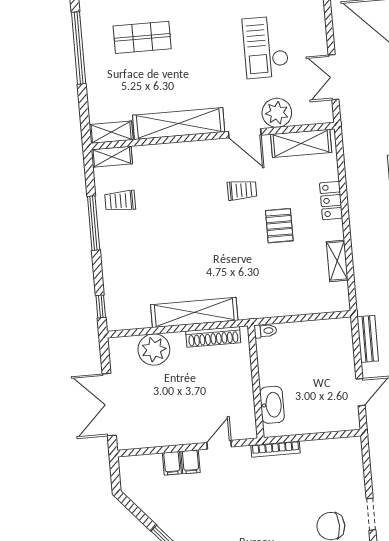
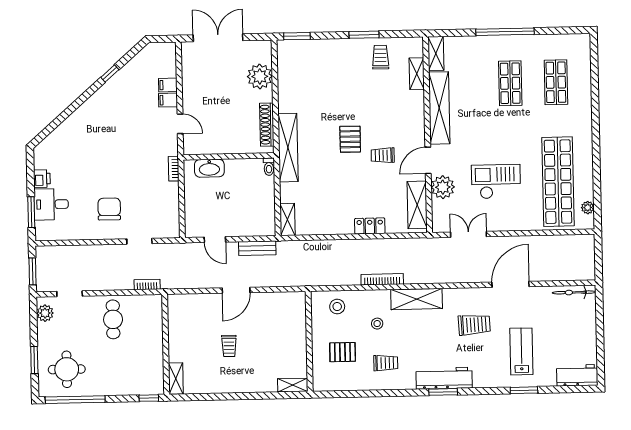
shelving: (112, 157) -> (417, 74), moved
trolley: (242, 190) -> (383, 155), turned 90
window: (94, 223) -> (364, 35), width x0.69
pallet: (279, 226) -> (350, 139), moved, turned 90
shelving: (337, 261) -> (287, 220), moved, turned 90
window: (101, 306) -> (297, 36), width x1.50
shelving: (194, 312) -> (288, 148), moved
bookcase: (276, 449) -> (174, 169), width x0.64
doorway: (371, 514) -> (139, 241), moved

